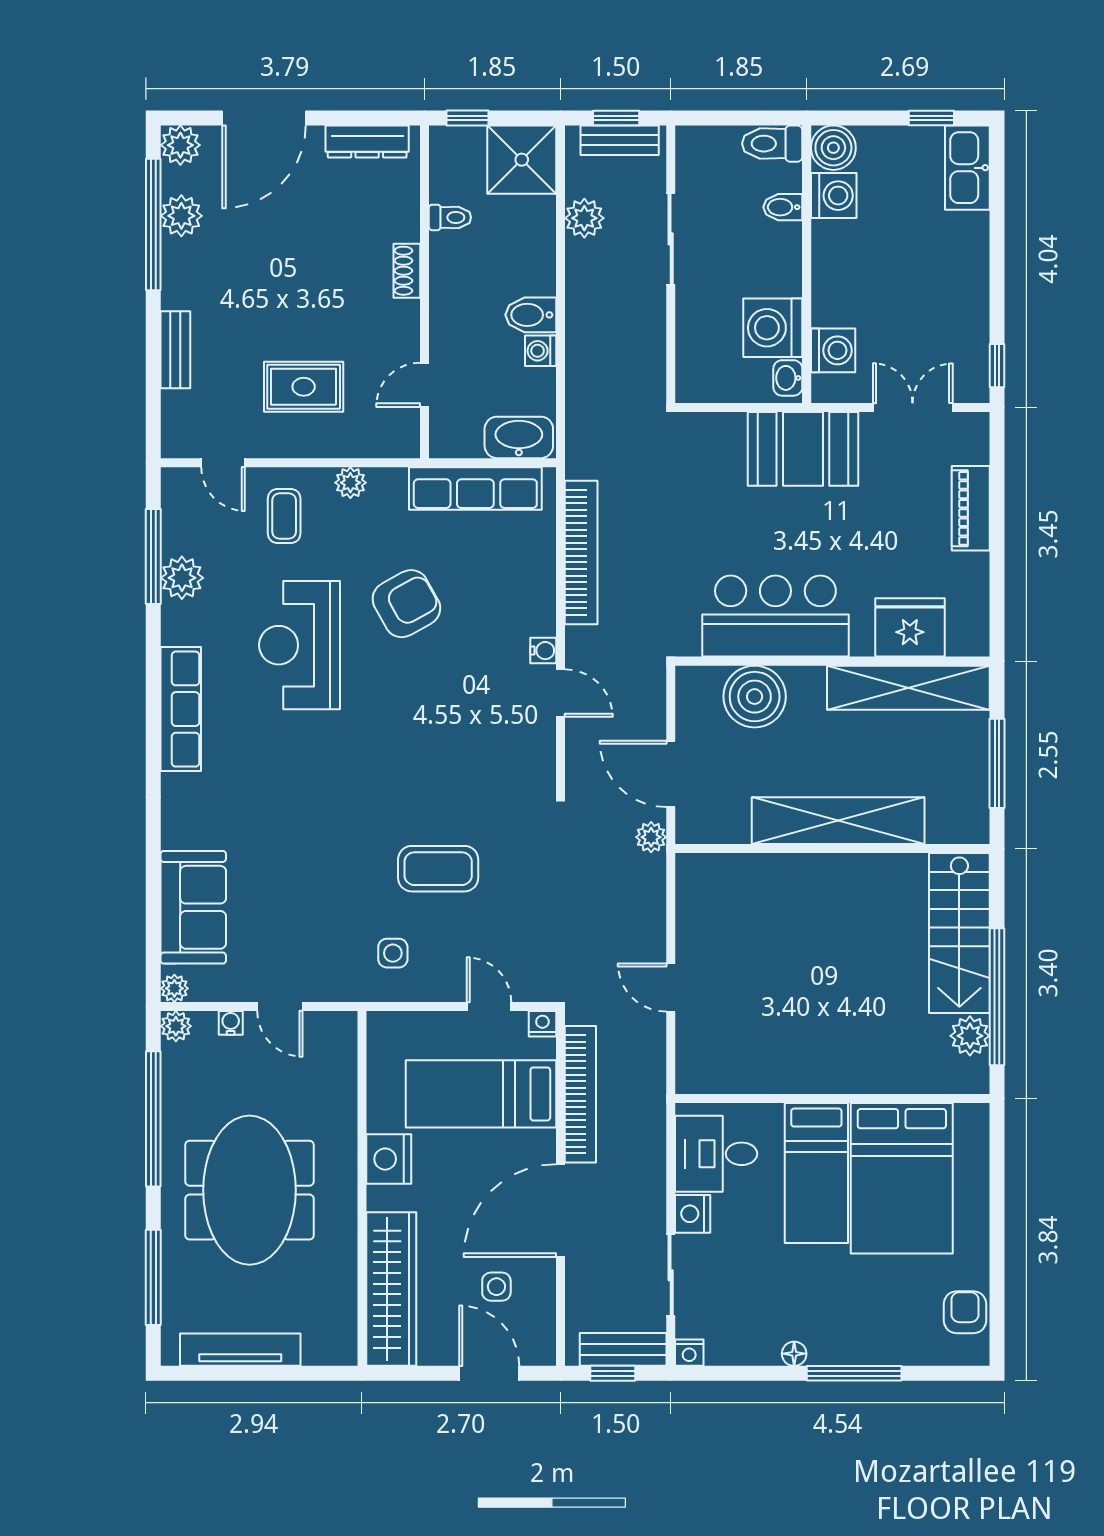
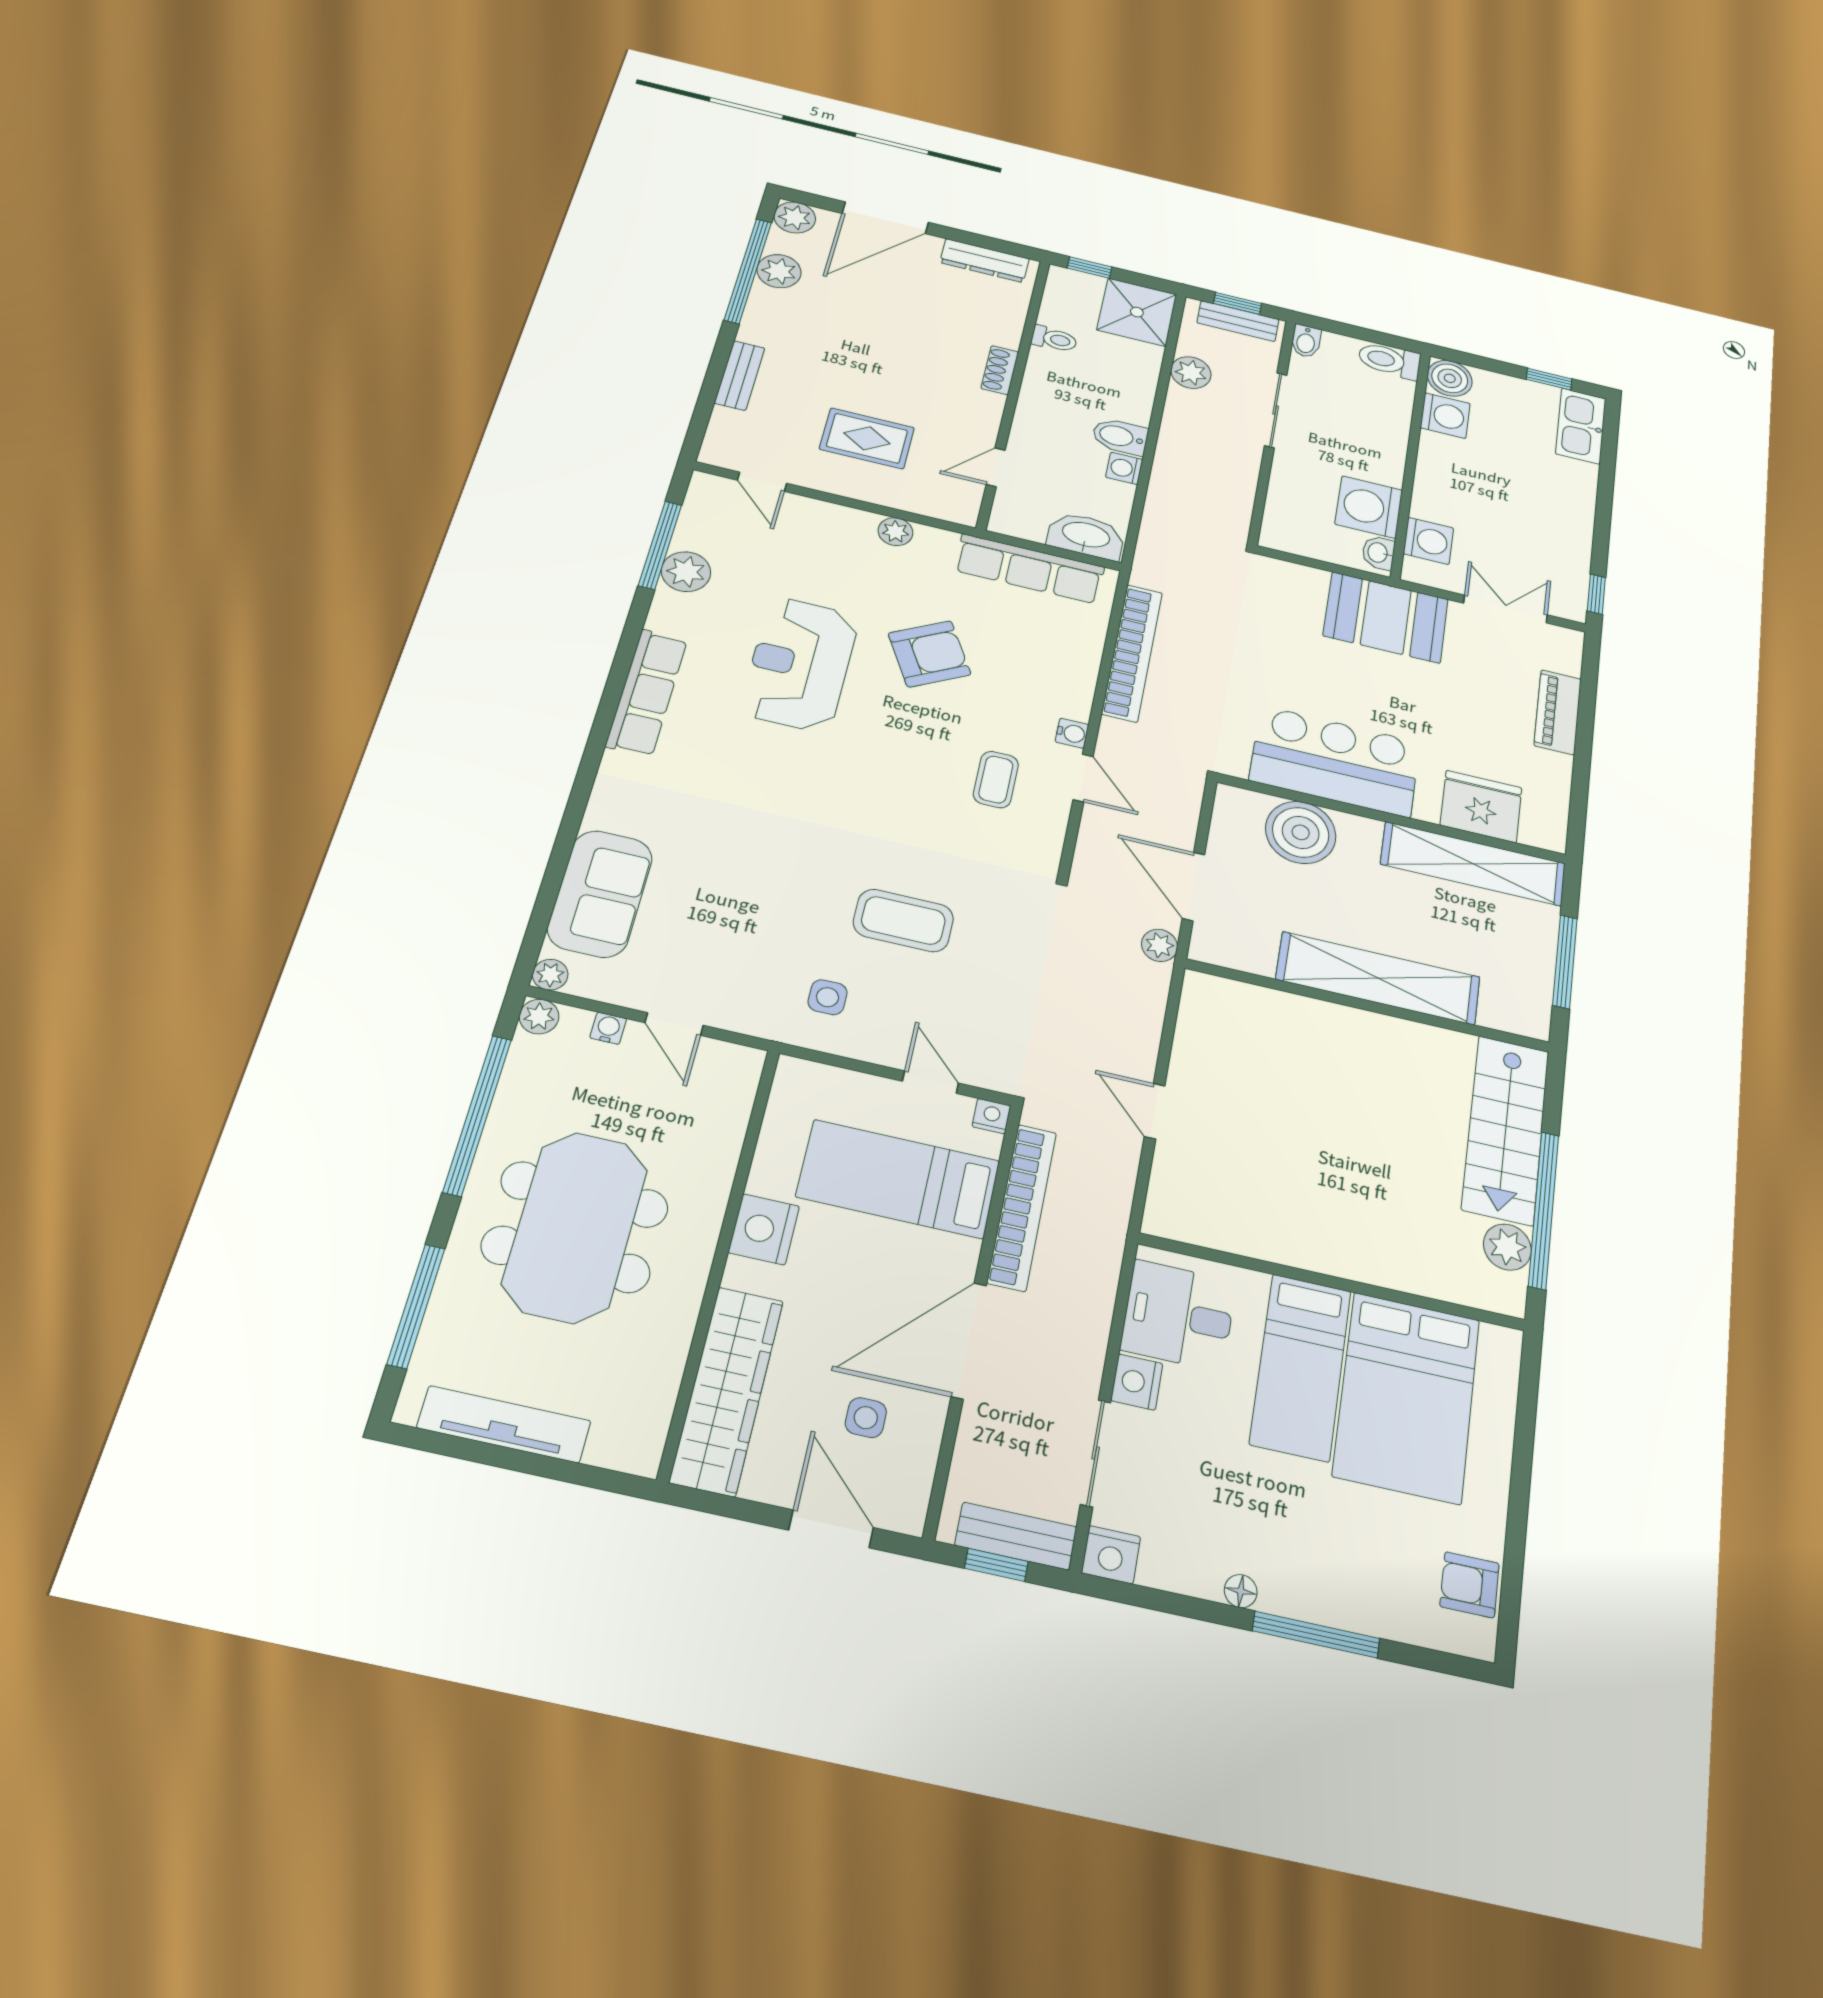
bidet: (783, 207) -> (1306, 341), moved, turned -90
coffee table: (284, 516) -> (996, 780), moved
armchair: (965, 1312) -> (1470, 1585), turned -90
nightstand: (689, 1353) -> (1111, 1555), width x1.39, depth x1.35

